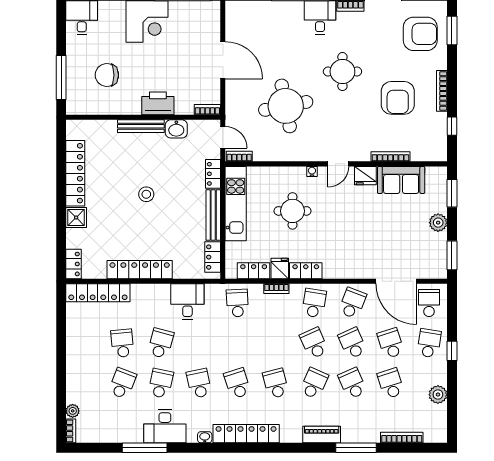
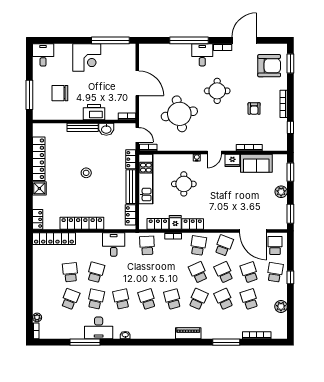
armchair: (398, 98) -> (254, 108), width x0.53, depth x0.53
locker: (246, 434) -> (153, 333), removed
piano: (322, 435) -> (188, 333), moved

